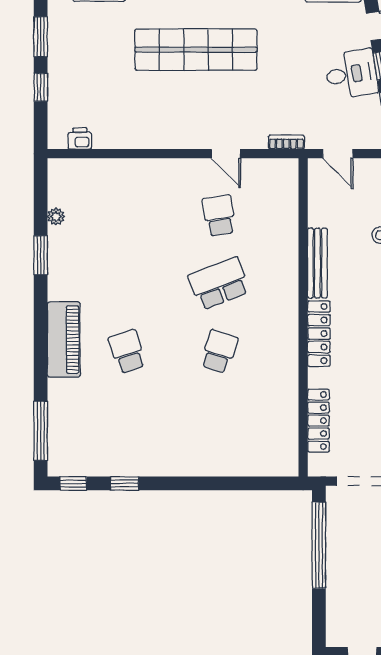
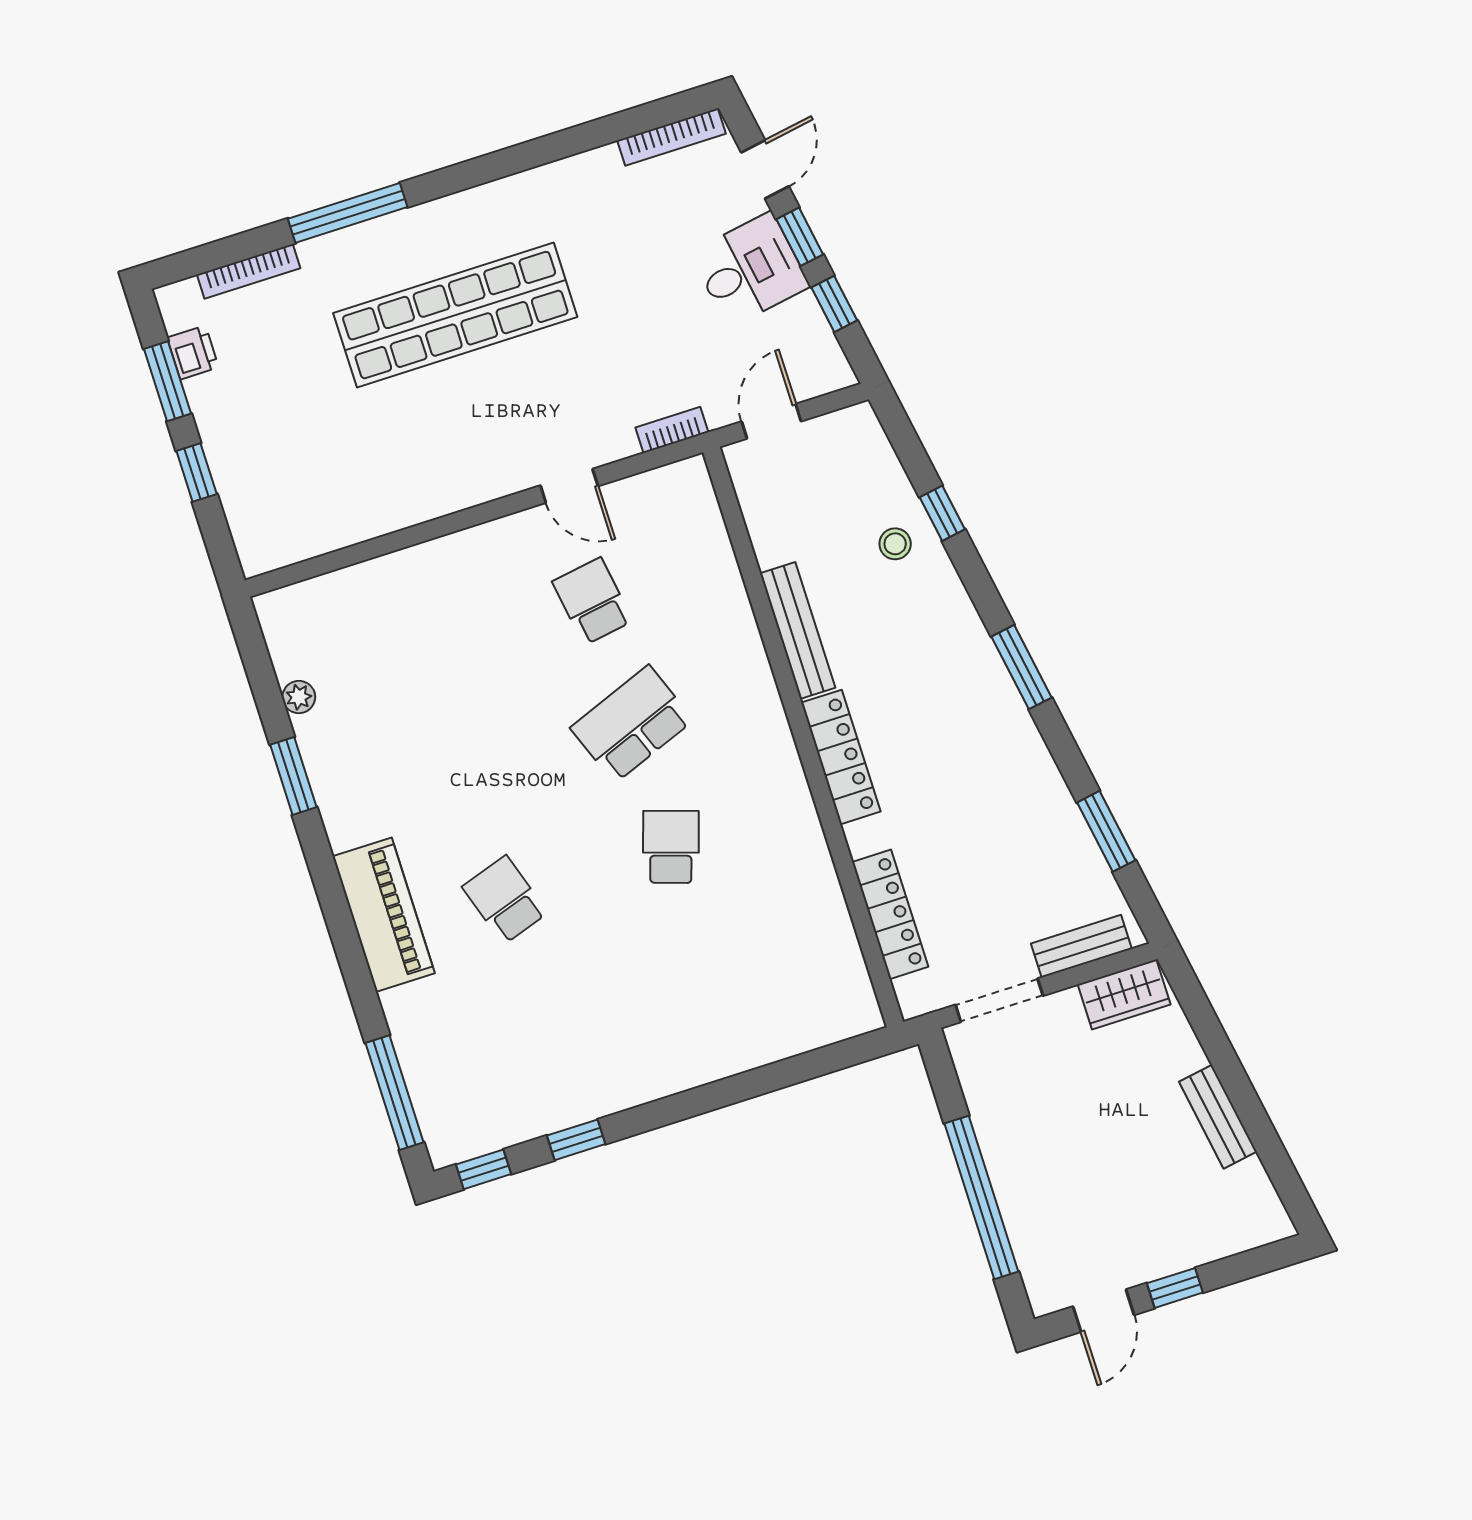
printer: (80, 139) -> (193, 353), moved, turned 90
door: (338, 154) -> (771, 421), swing flipped
window: (319, 545) -> (981, 1197), moved

